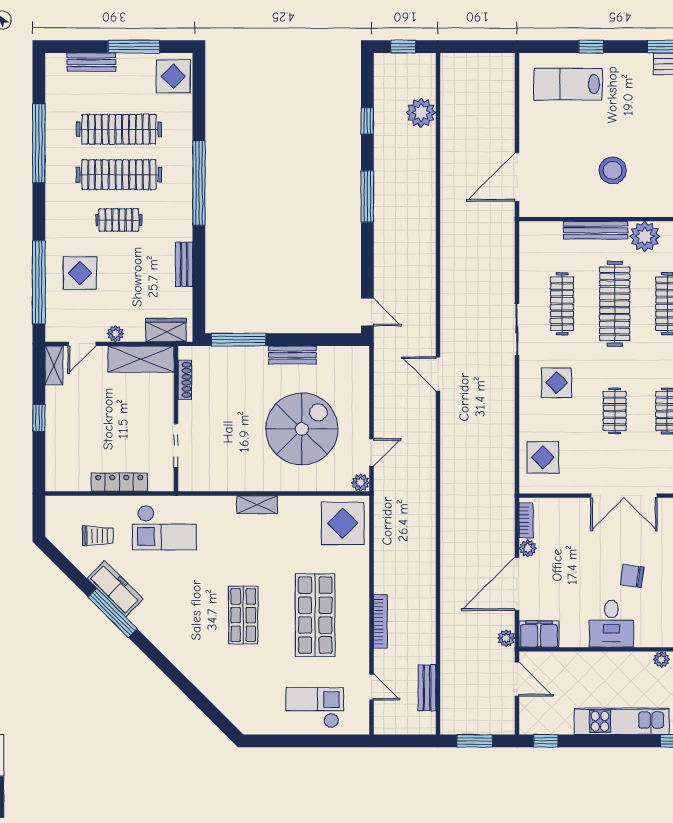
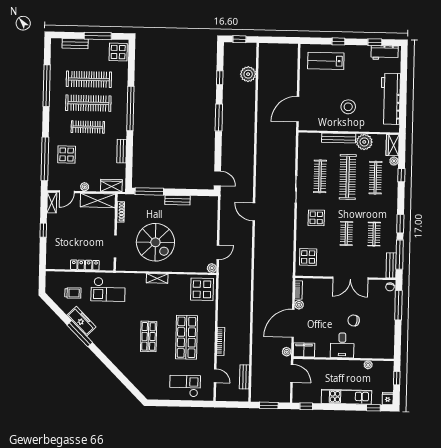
clothes rail: (119, 220) -> (88, 127), width x1.36
spiral stairs: (302, 429) -> (155, 242), moved, turned 90

